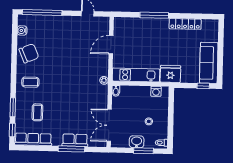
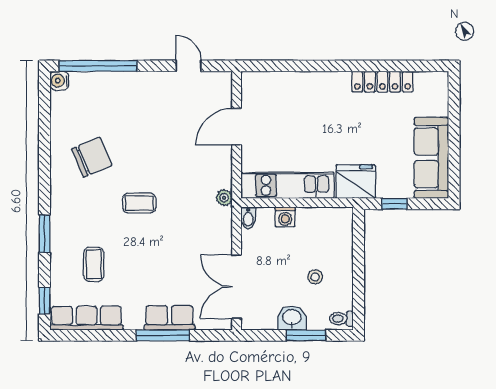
window: (154, 15) -> (321, 66), removed
water cooler: (22, 30) -> (59, 81), moved
chair: (29, 53) -> (92, 157), moved
coffee table: (30, 82) -> (139, 203), moved
window: (203, 86) -> (394, 204), moved
washing machine: (156, 91) -> (285, 217), moved
window: (13, 107) -> (45, 234), moved

